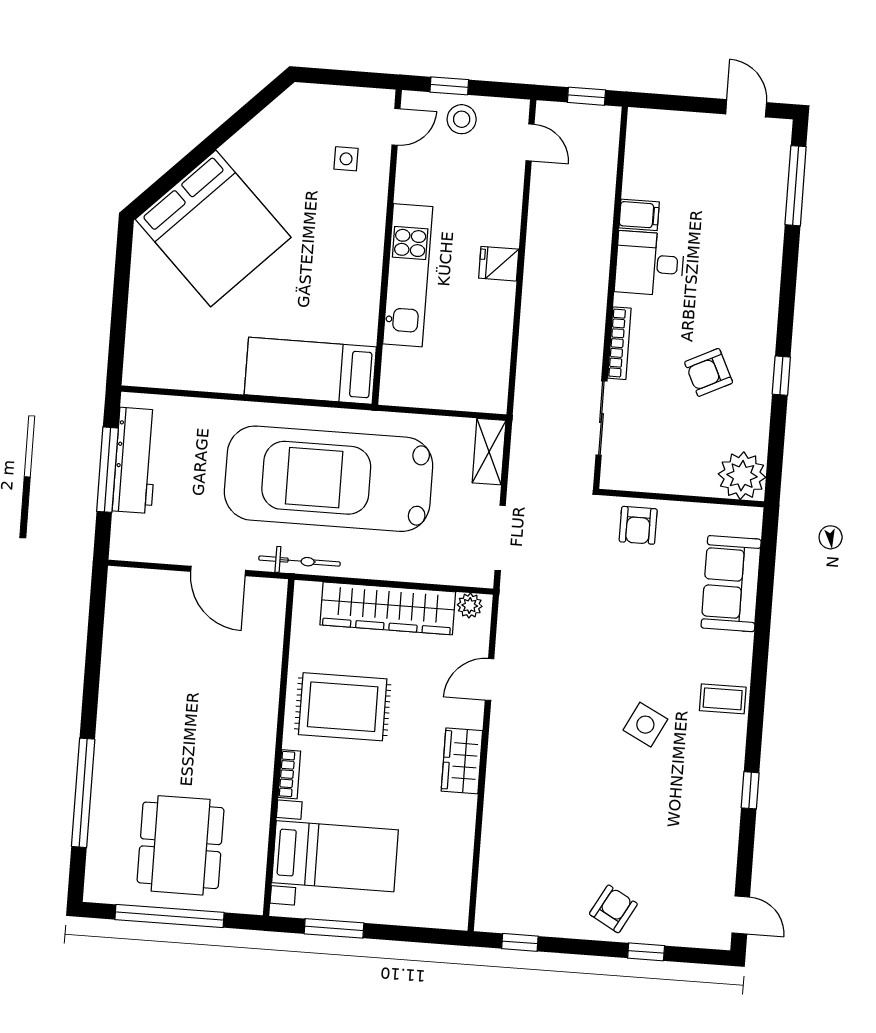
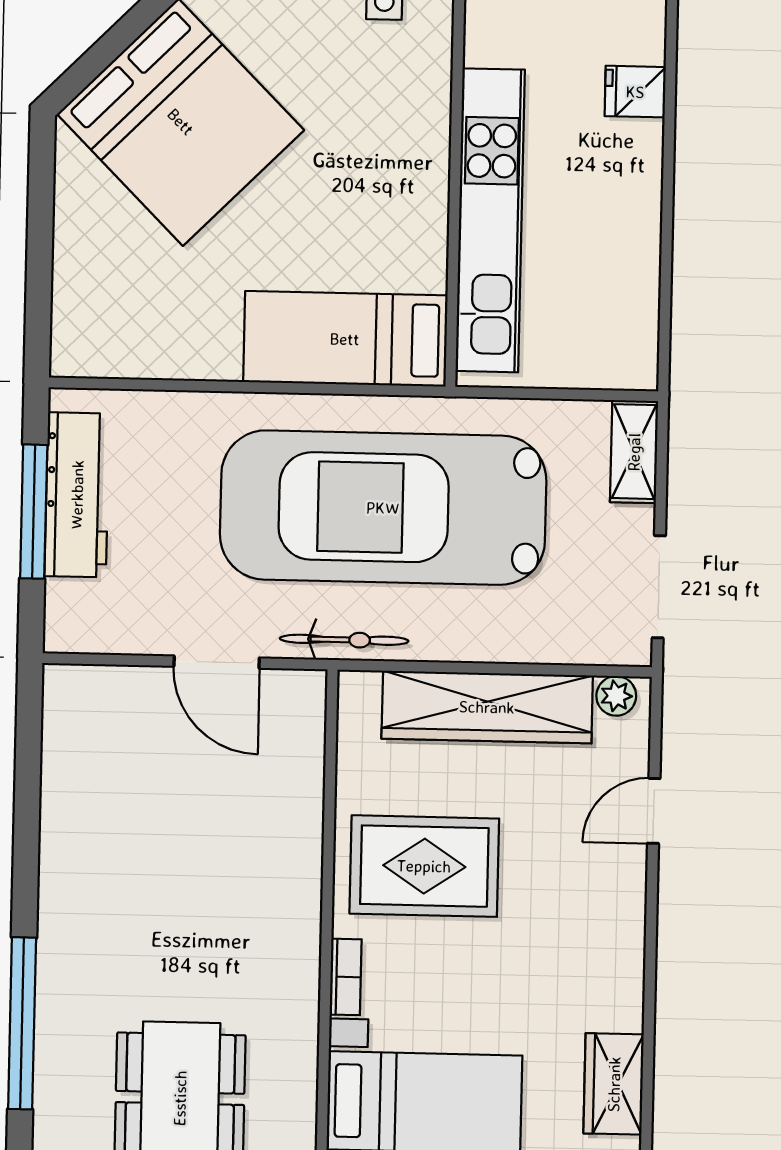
fridge: (499, 264) -> (635, 92), moved
kitchen unit: (408, 275) -> (490, 220), width x1.36
wardrobe: (462, 761) -> (614, 1084), moved

